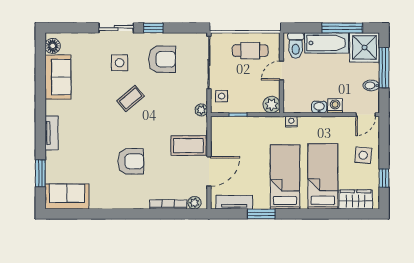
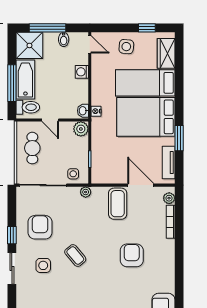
window: (342, 28) -> (12, 83), moved
washbasin: (319, 107) -> (83, 111), moved
bed: (285, 177) -> (146, 117), width x1.50

